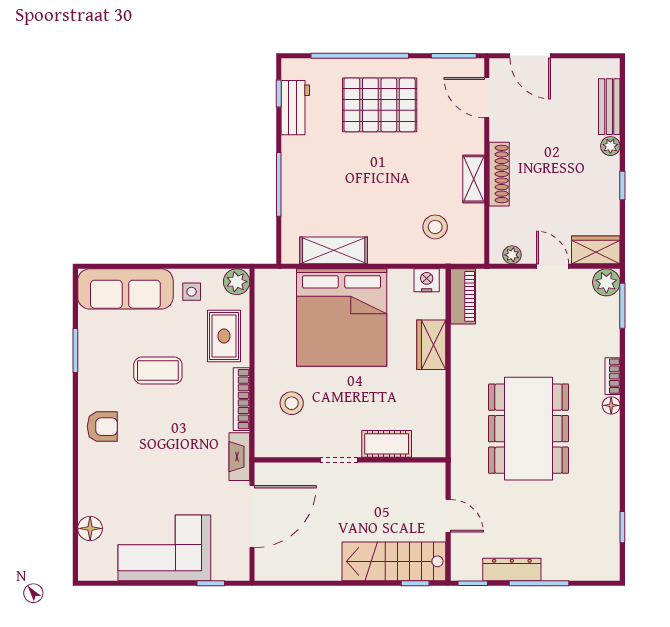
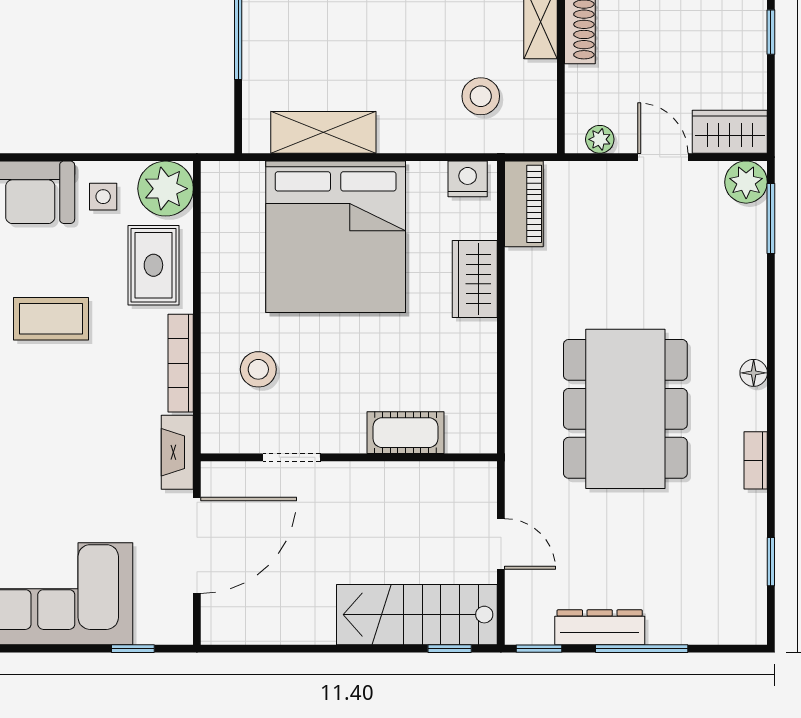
plant: (237, 282) -> (166, 189), width x1.36, depth x1.36
bookcase: (612, 376) -> (756, 460), moved
doorway: (339, 460) -> (292, 457), moved

